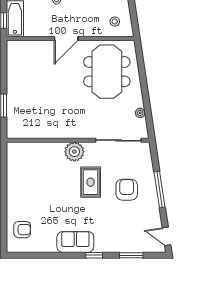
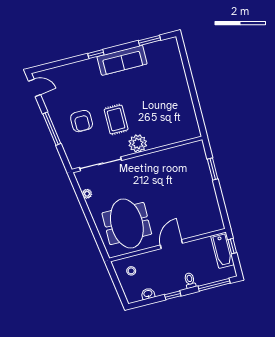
armchair: (22, 230) -> (167, 61), removed
sofa: (75, 242) -> (122, 60), width x1.36
window: (131, 255) -> (149, 40), moved

